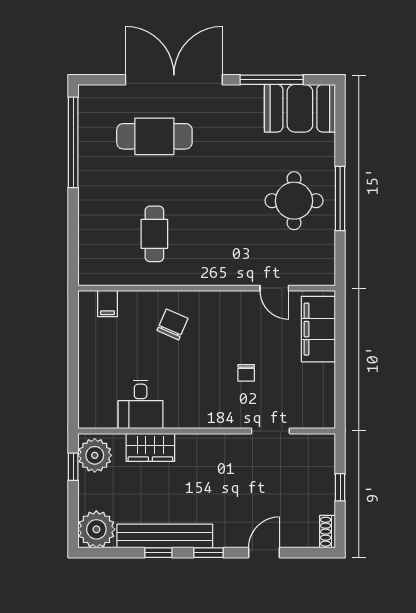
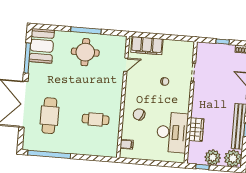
desk: (141, 404) -> (172, 132), width x1.87, depth x1.30
plant: (95, 455) -> (213, 157), moved

